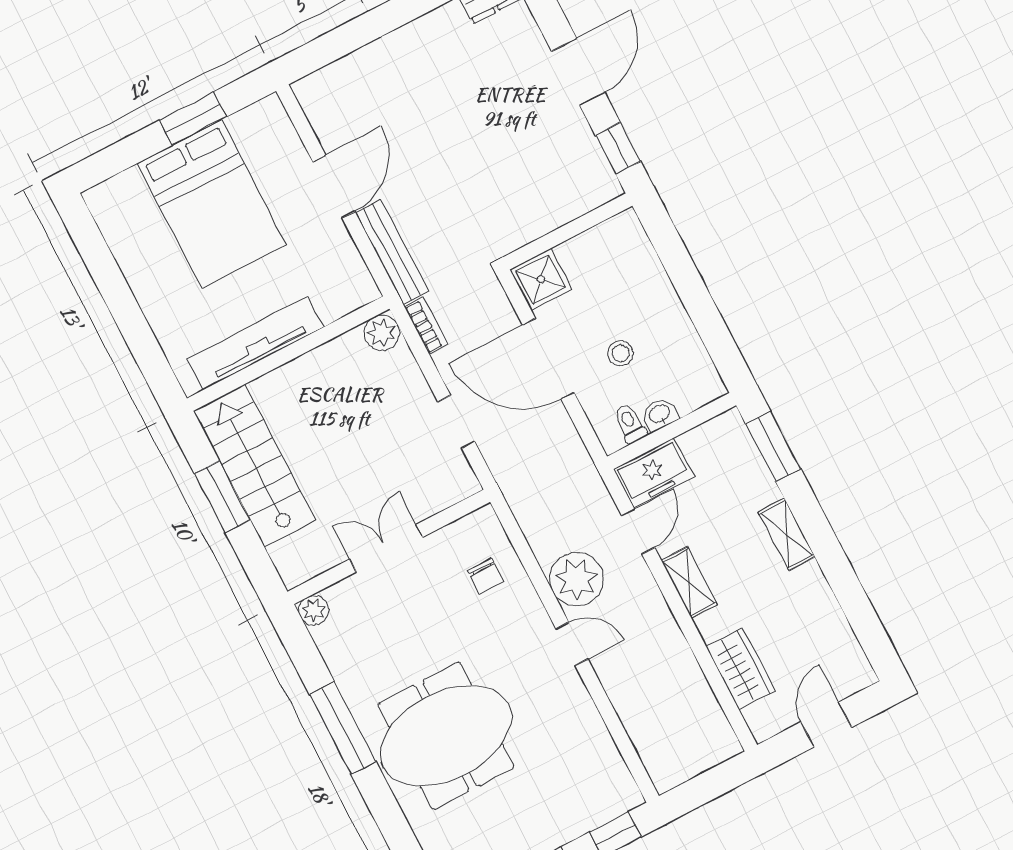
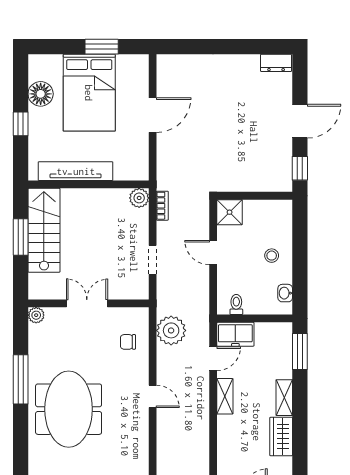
floor lamp: (134, 247) -> (41, 94), added
bench: (392, 252) -> (164, 161), removed
window: (127, 313) -> (21, 124), added
stool: (620, 353) -> (272, 256), moved
door: (548, 359) -> (213, 253), width x0.53
washbasin: (660, 414) -> (285, 293), moved, turned -90
chair: (486, 576) -> (128, 342), turned 90
plant: (576, 579) -> (171, 330), moved
wardrobe: (741, 669) -> (281, 436), moved, turned 180
meeting table: (446, 736) -> (69, 409), turned 90

